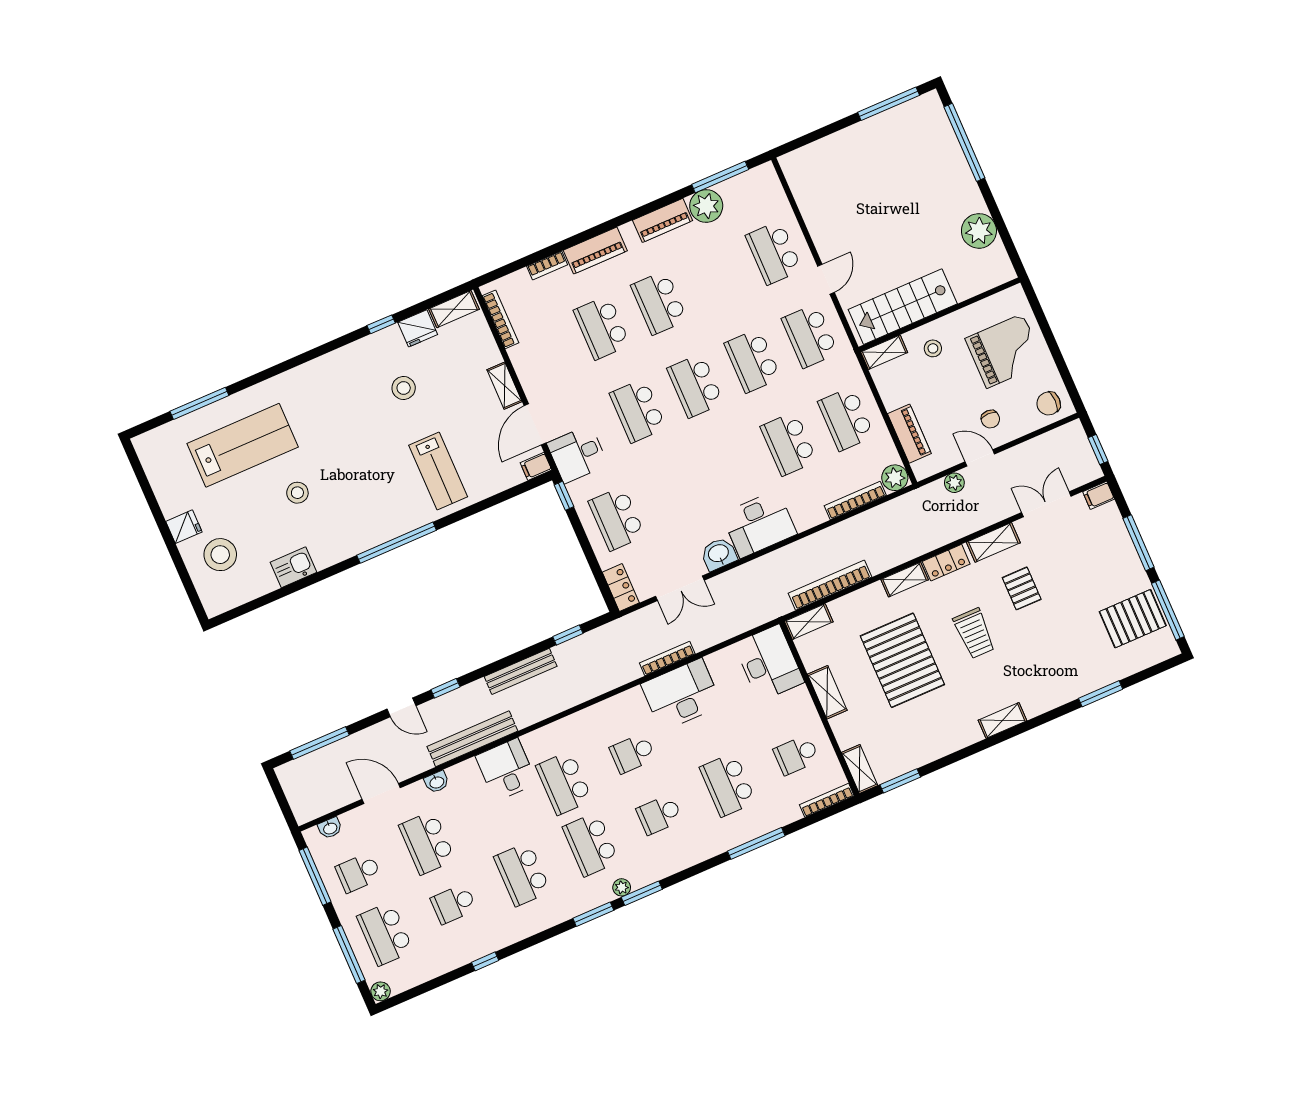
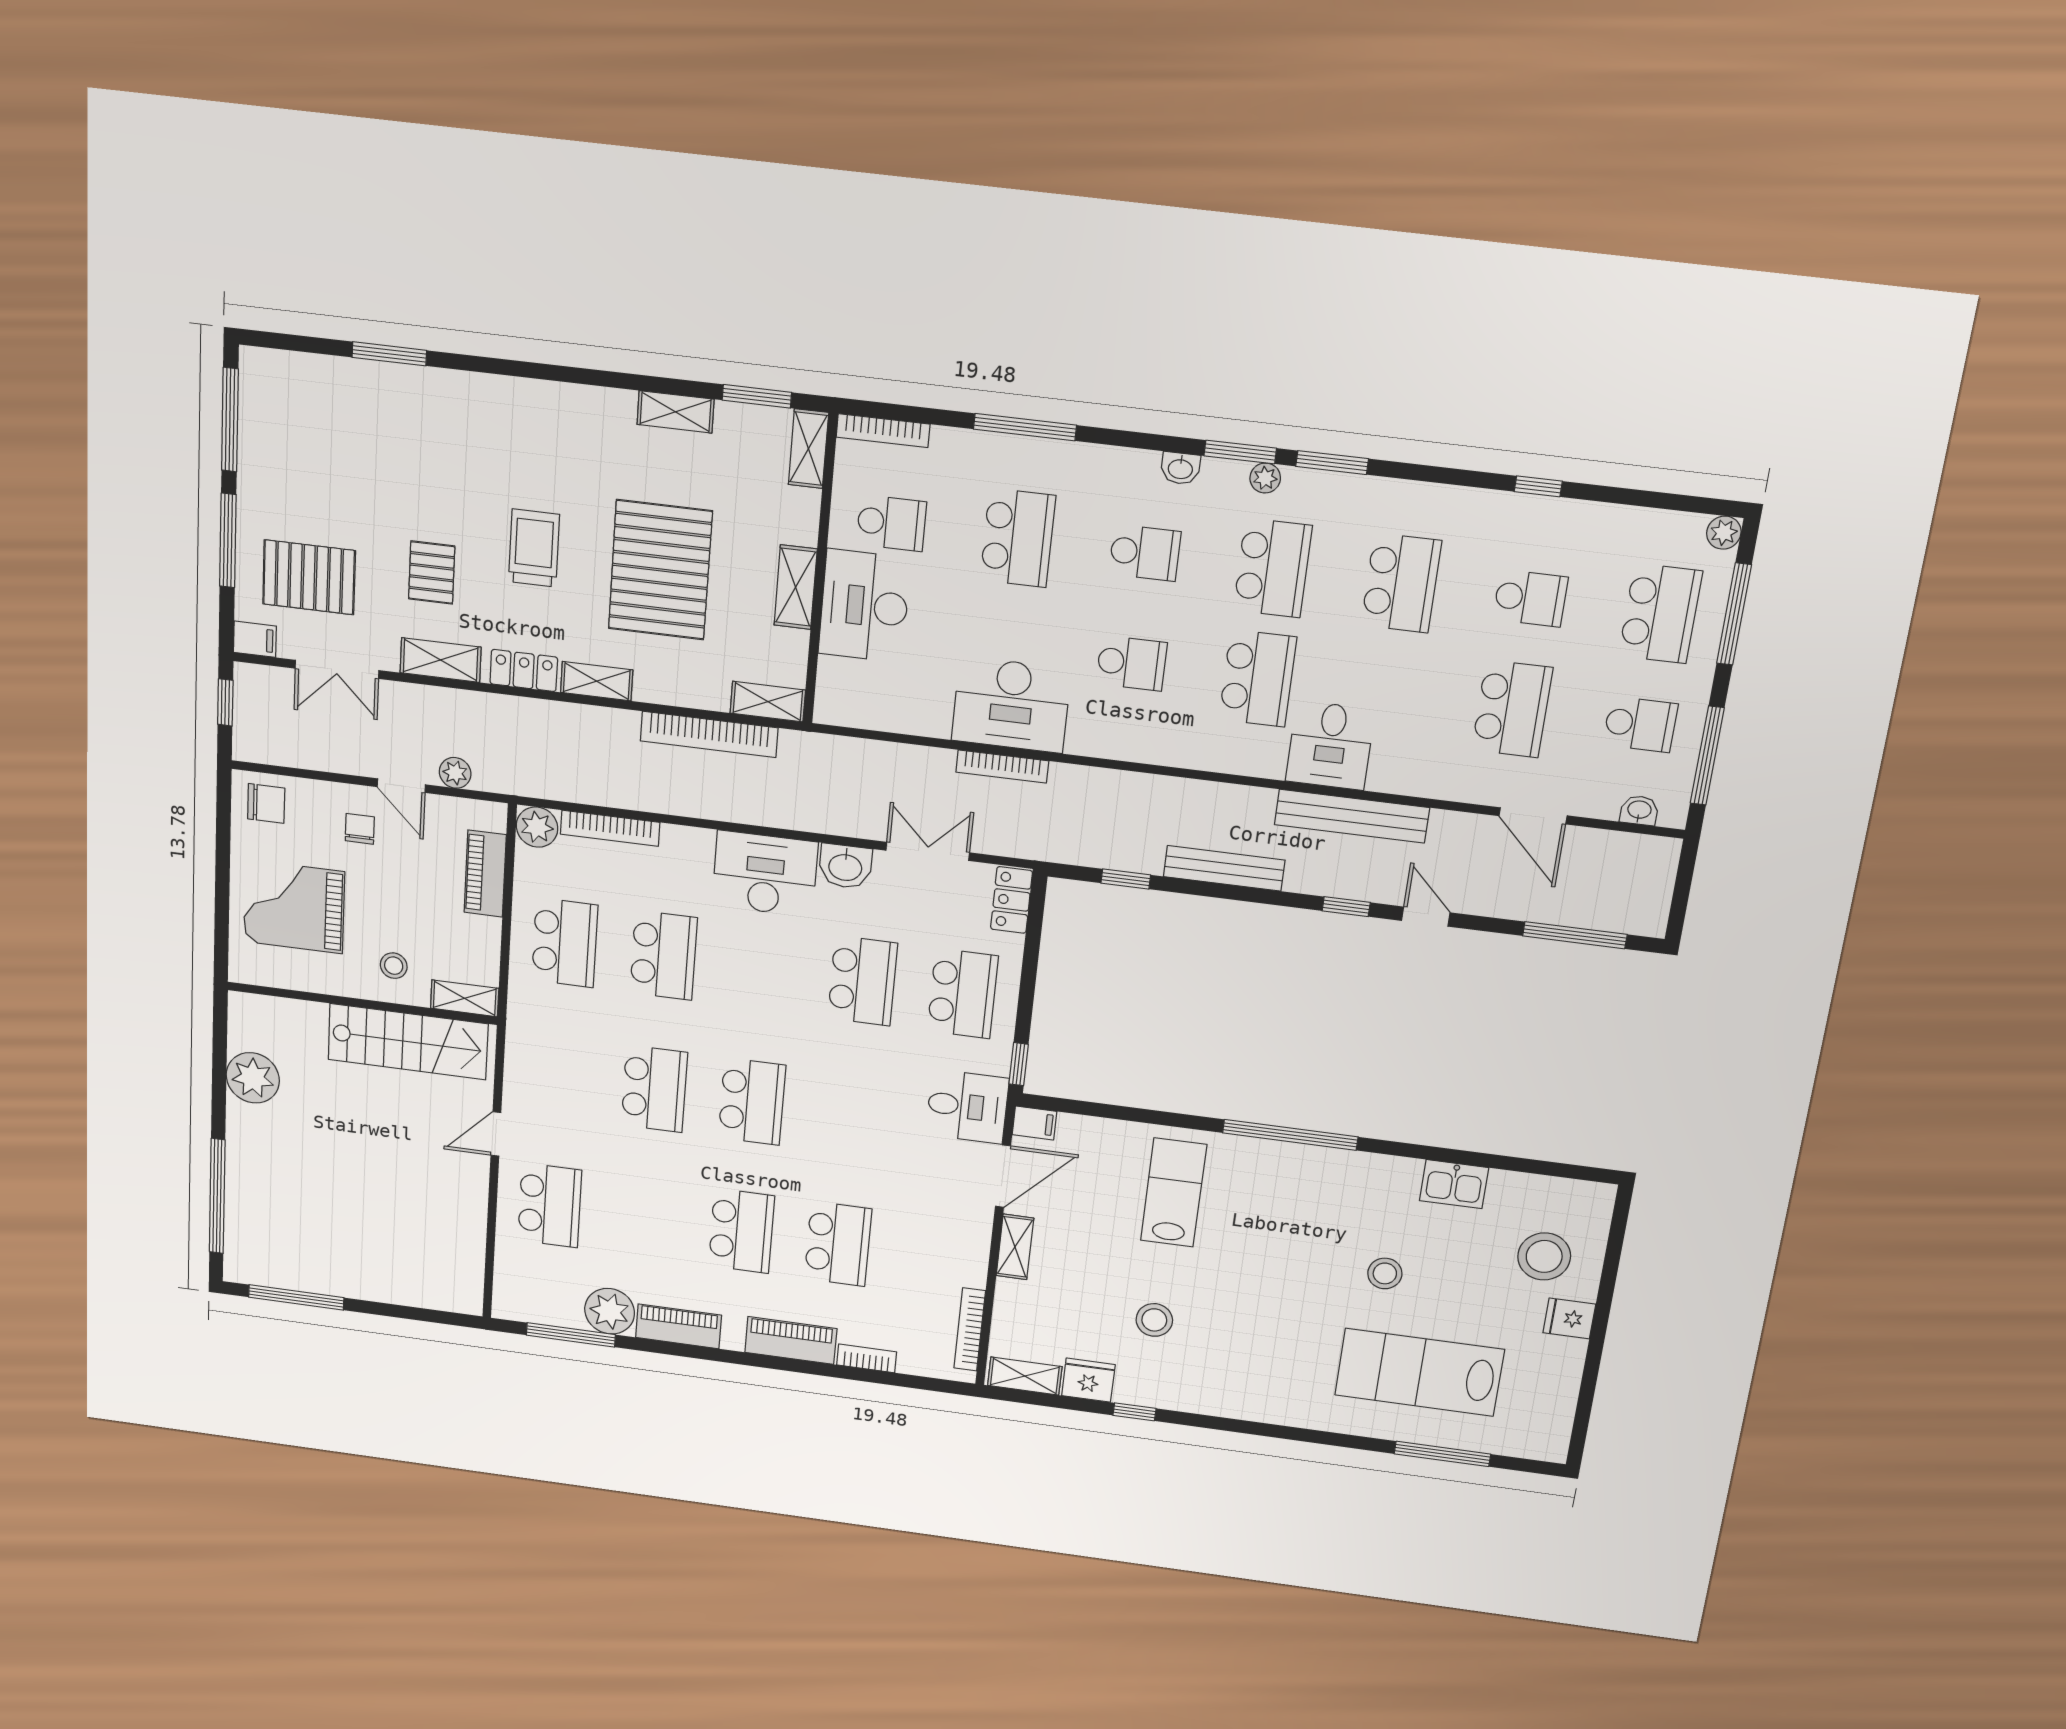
school desk: (810, 336) -> (557, 1076), removed
school desk: (638, 411) -> (862, 981), moved
pallet: (1133, 619) -> (309, 577), moved
desk: (769, 663) -> (864, 606), moved
shelving: (1003, 720) -> (675, 412), moved
washbasin: (437, 782) -> (1180, 468), moved, turned 180

